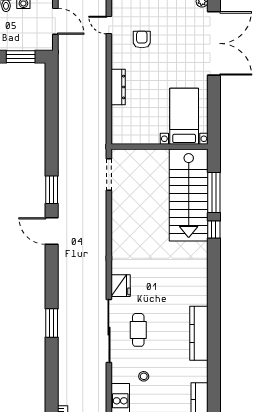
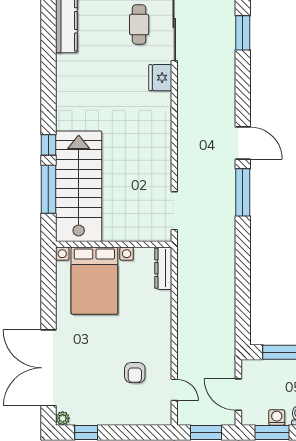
dresser: (118, 87) -> (163, 268), moved
bed with nightstands: (184, 116) -> (94, 281), width x1.36
window: (52, 190) -> (243, 192), width x1.44

